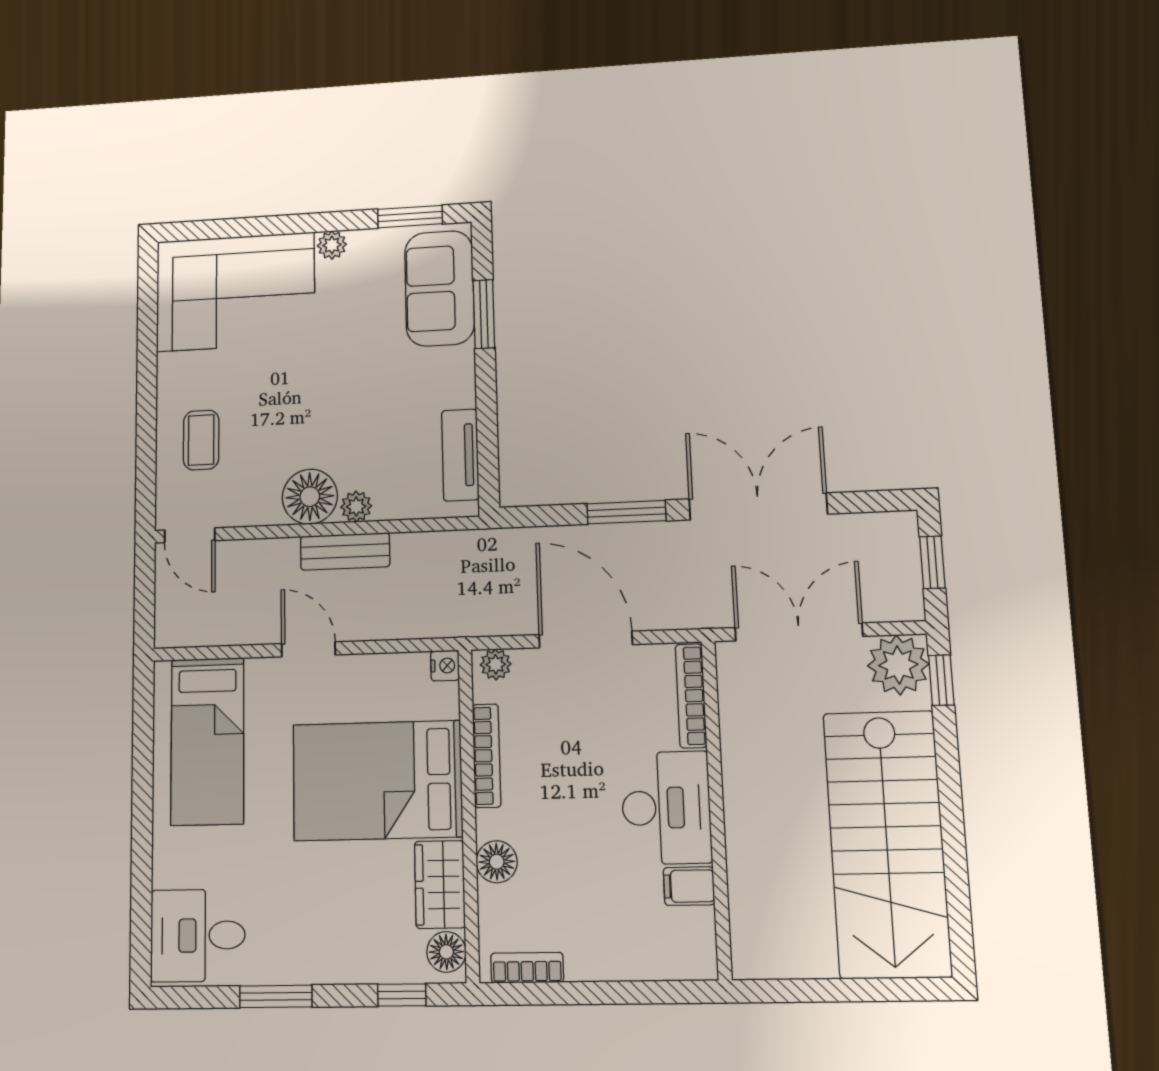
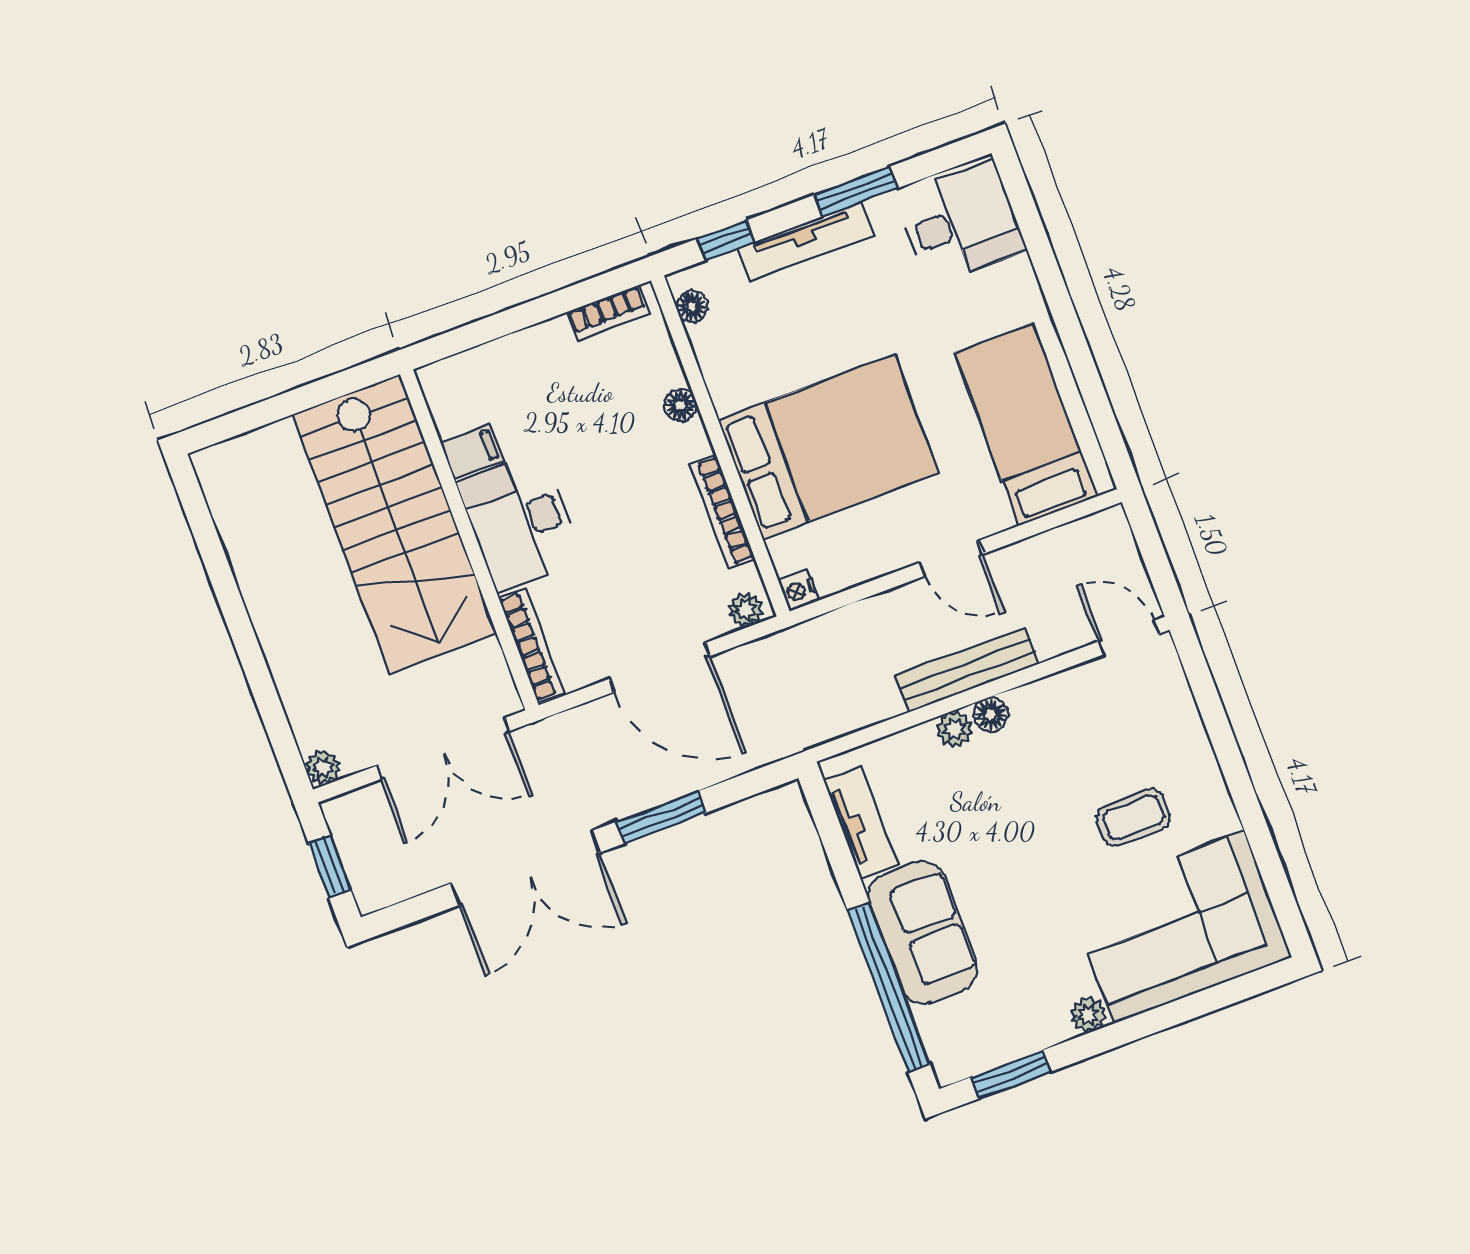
sofa: (439, 288) -> (923, 932), moved
window: (484, 314) -> (889, 988), width x2.11
coffee table: (201, 440) -> (1133, 818), moved, turned 90
floor lamp: (310, 497) -> (991, 715), width x0.53, depth x0.53
bench: (345, 551) -> (967, 670), width x1.36
plant: (898, 665) -> (323, 767), width x0.53, depth x0.53
window: (941, 680) -> (285, 747), removed
stairs: (887, 843) -> (395, 524), moved, turned 180
floor lamp: (497, 862) -> (680, 405), width x0.73, depth x0.73
wardrobe: (440, 884) -> (726, 364), removed
floor lamp: (446, 952) -> (692, 306), width x0.73, depth x0.73
tv unit: (334, 968) -> (806, 242), added

